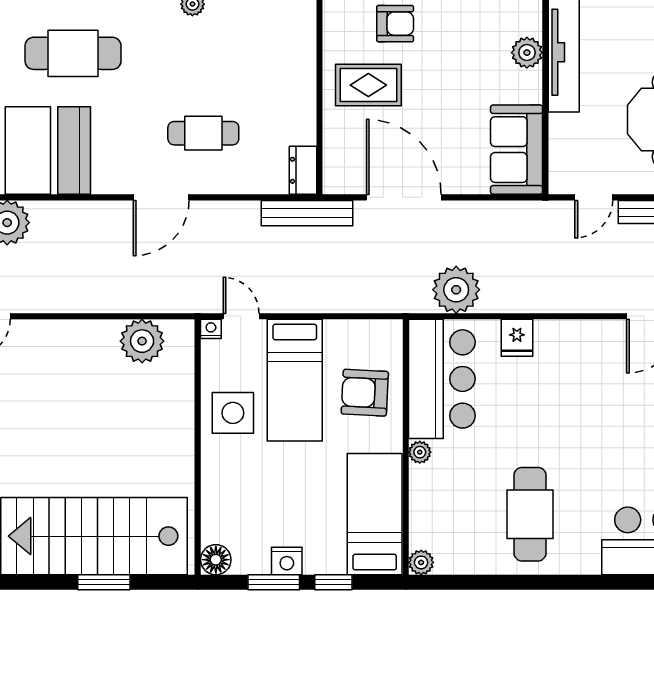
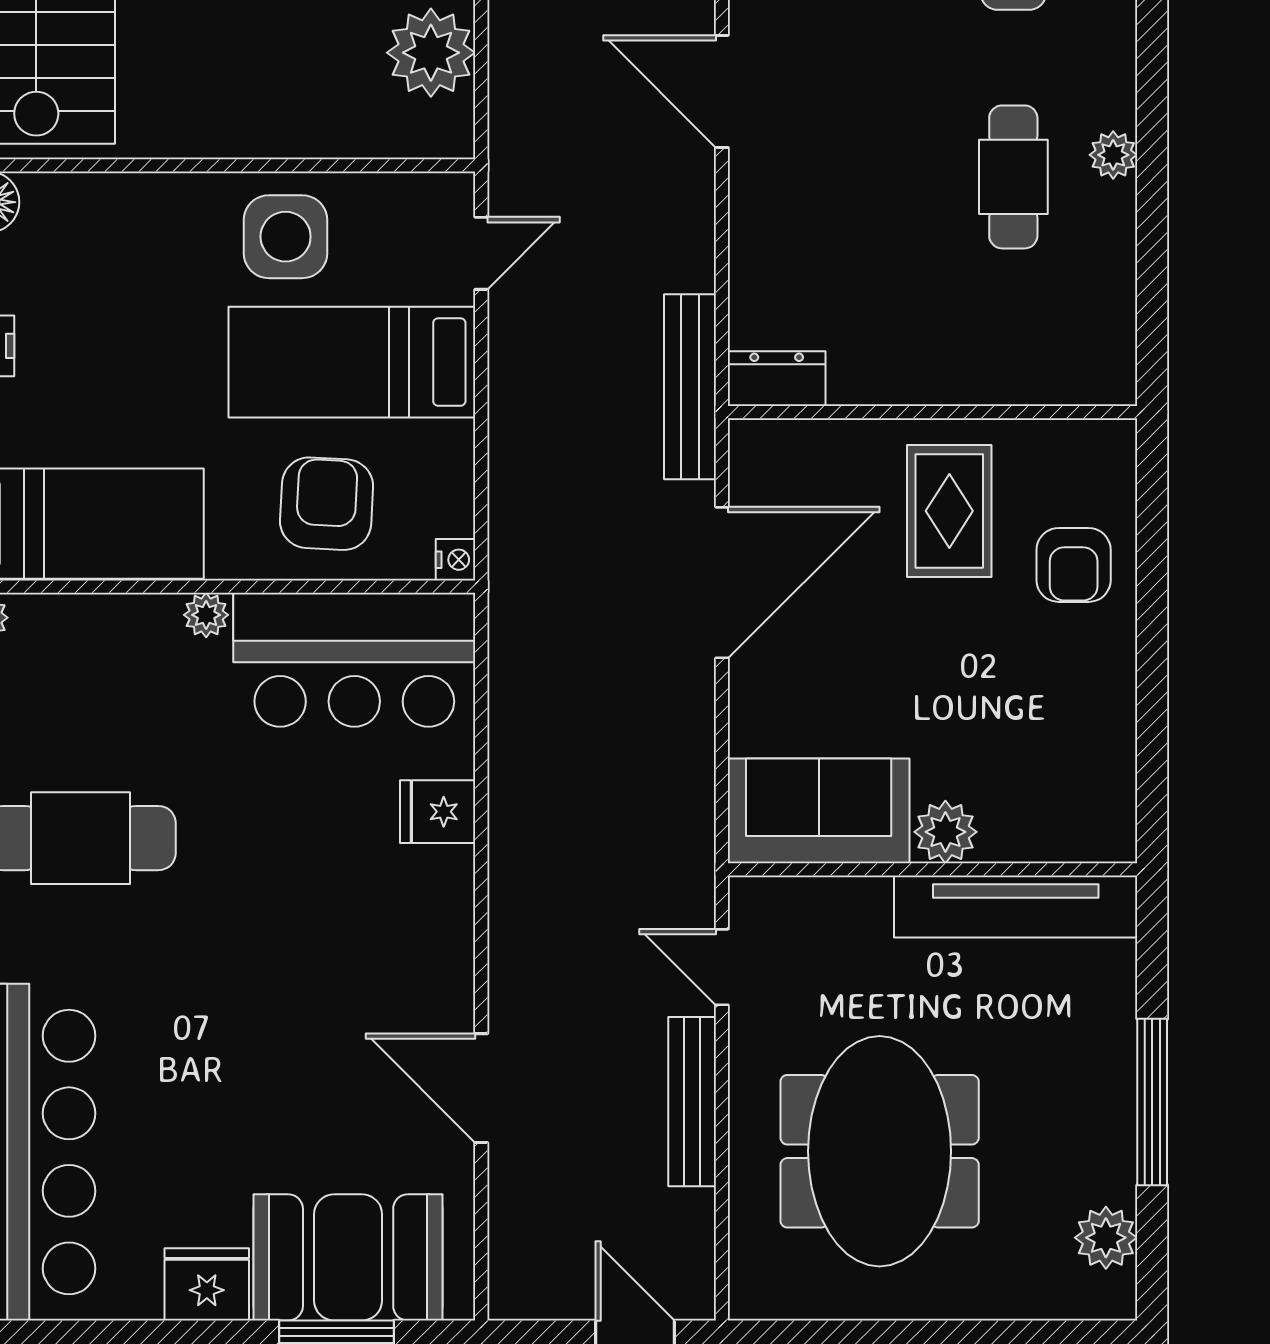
plant: (527, 53) -> (945, 832), moved
cafe table: (203, 133) -> (1013, 177), moved
plant: (456, 290) -> (535, 689), removed
nightstand: (211, 329) -> (456, 560), moved

